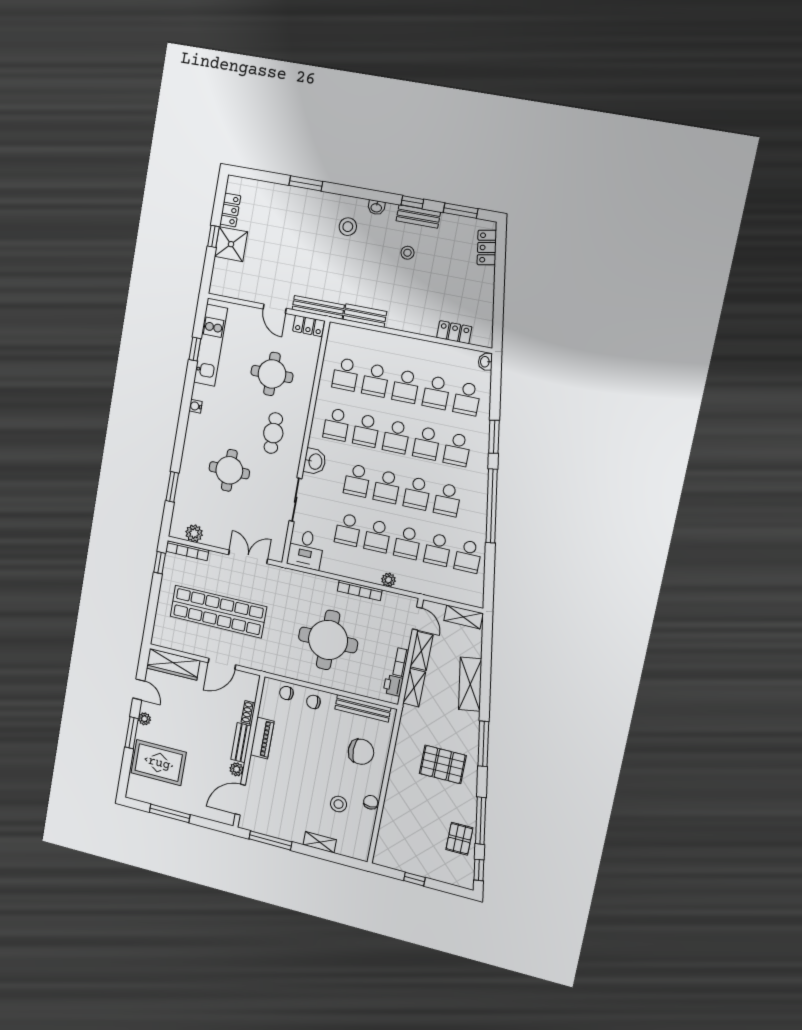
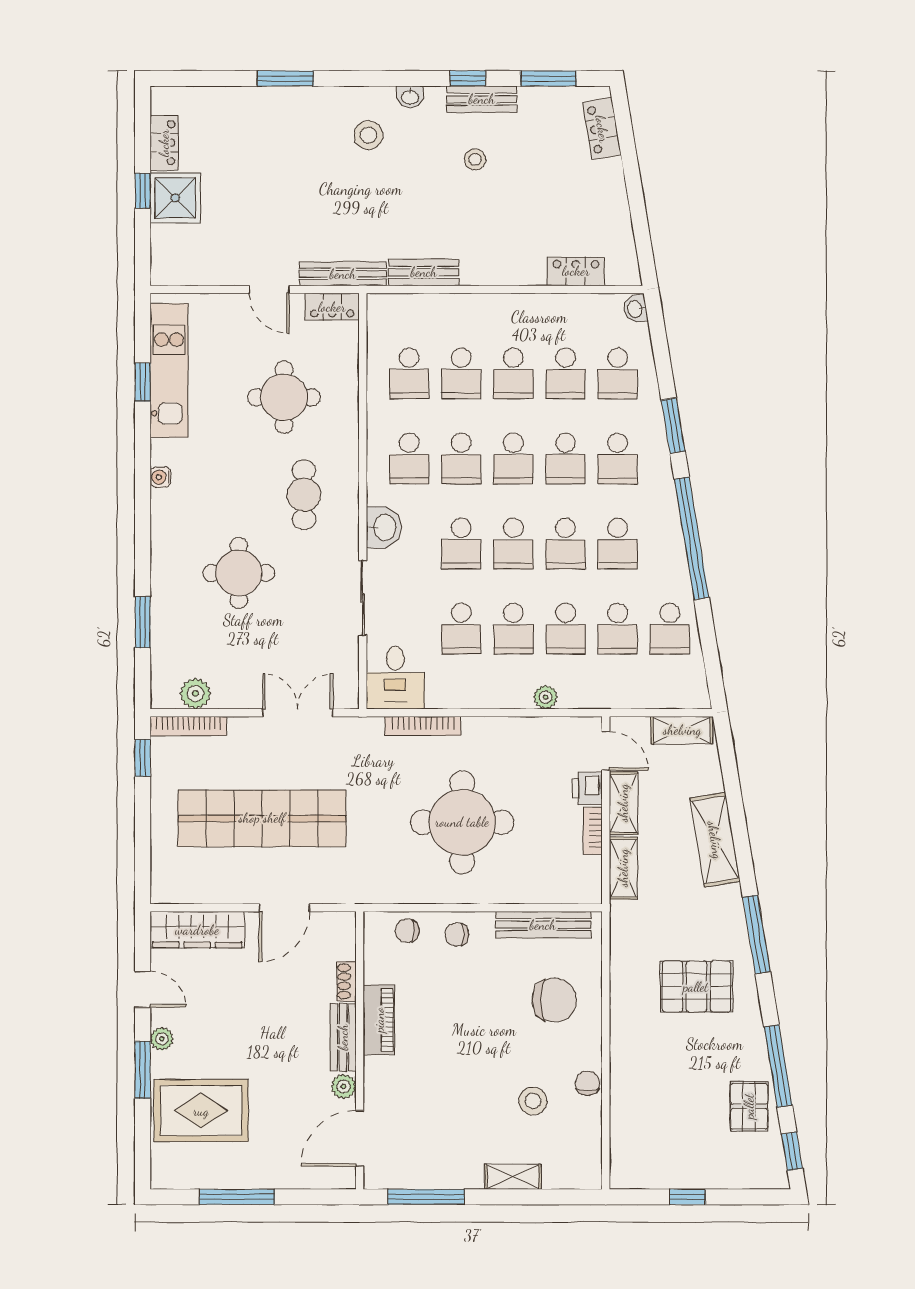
bookcase: (360, 590) -> (423, 726), moved
printer: (393, 685) -> (587, 788), moved

